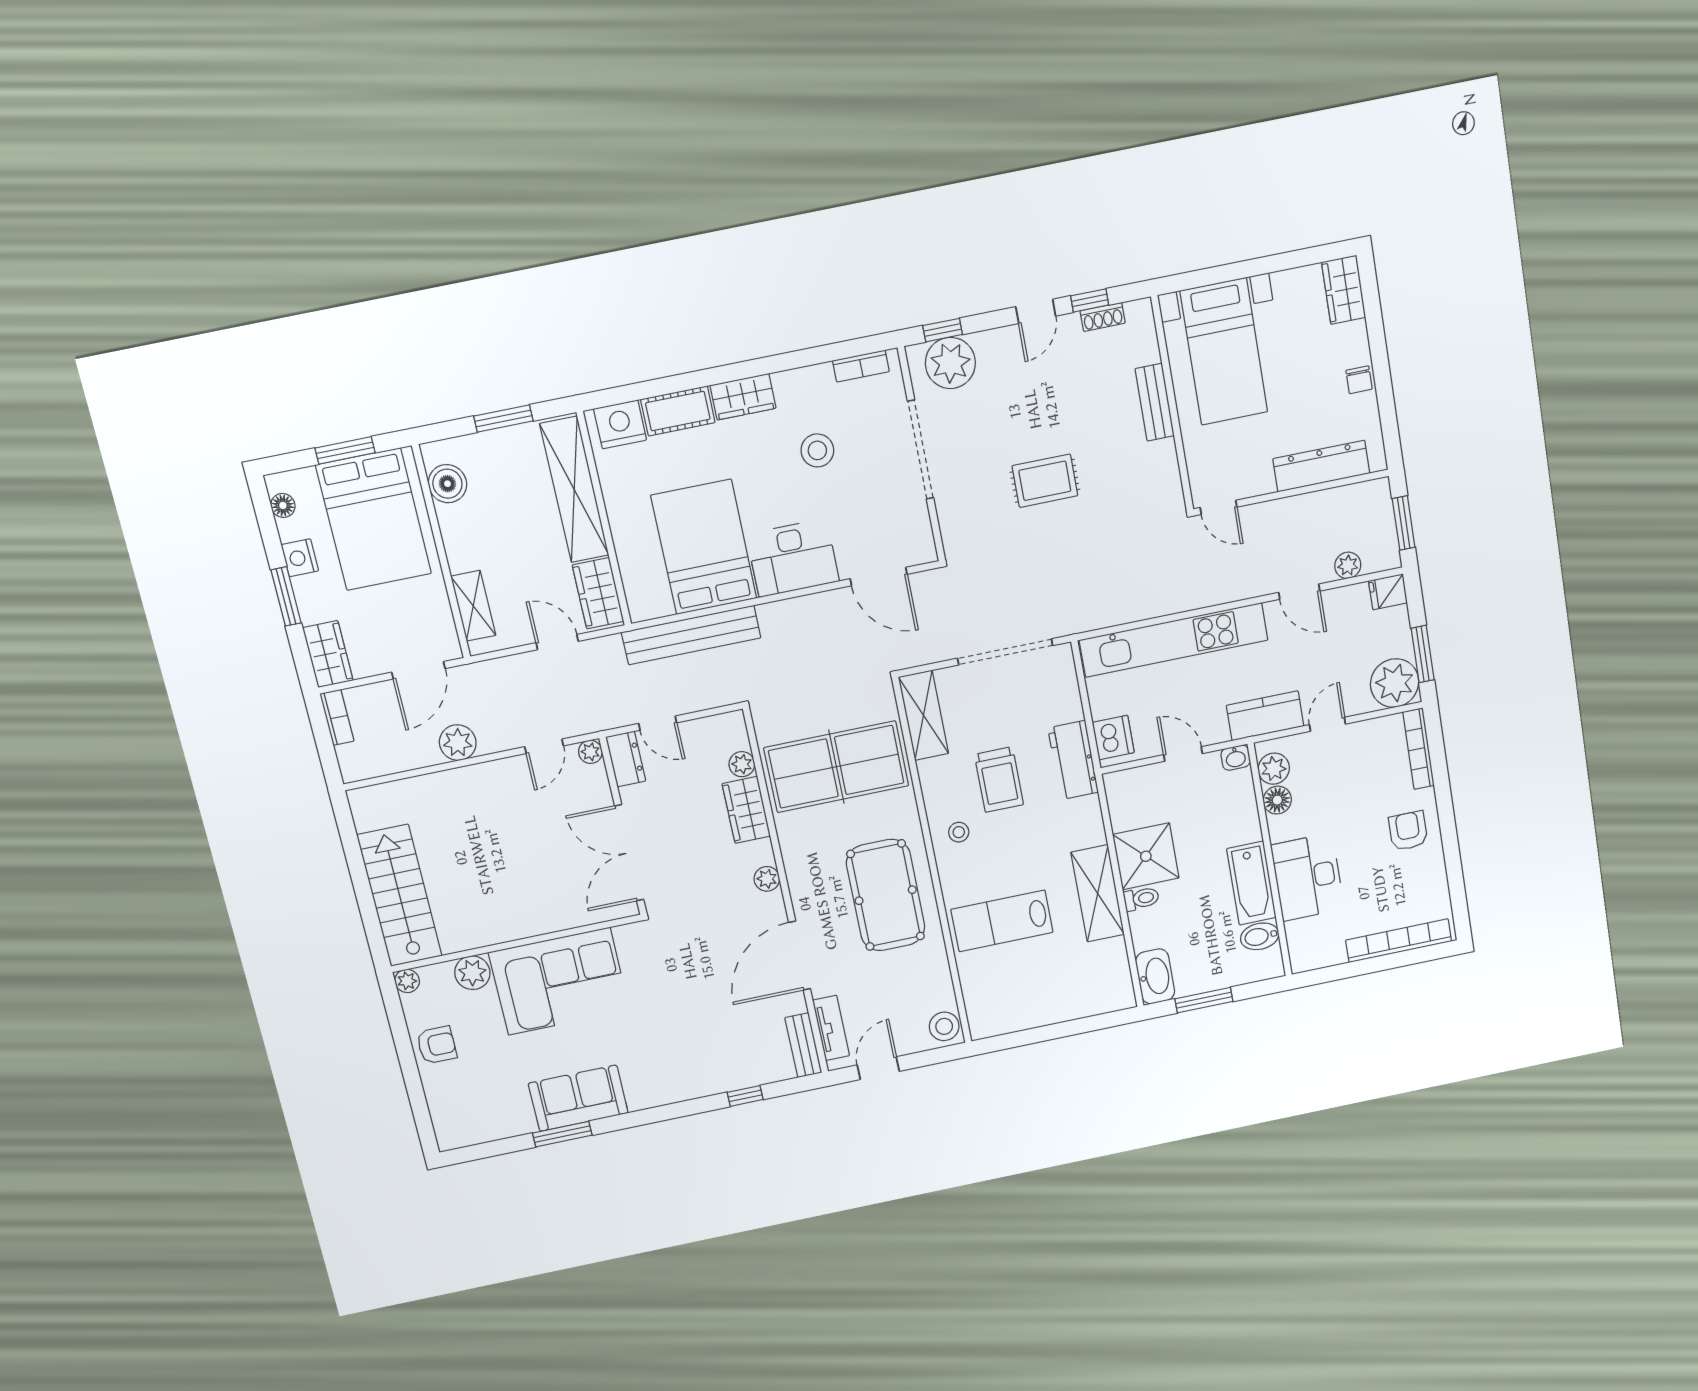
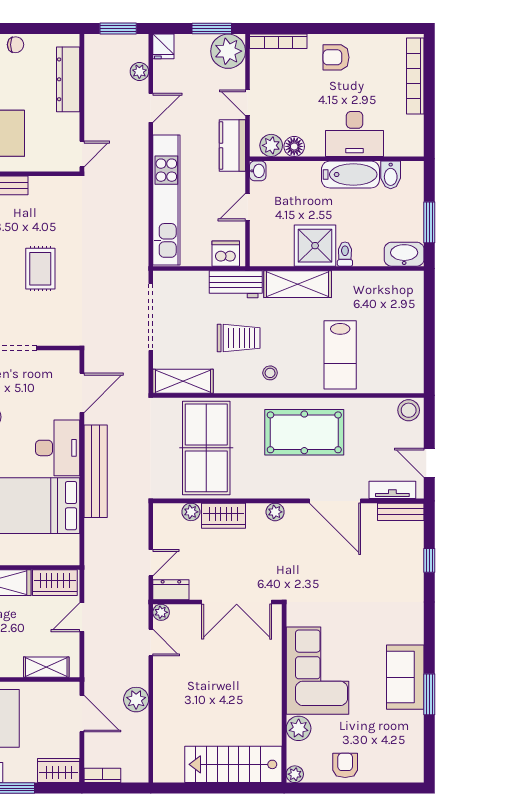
bench: (691, 635) -> (96, 471), moved
shelving: (1098, 893) -> (298, 284), moved

